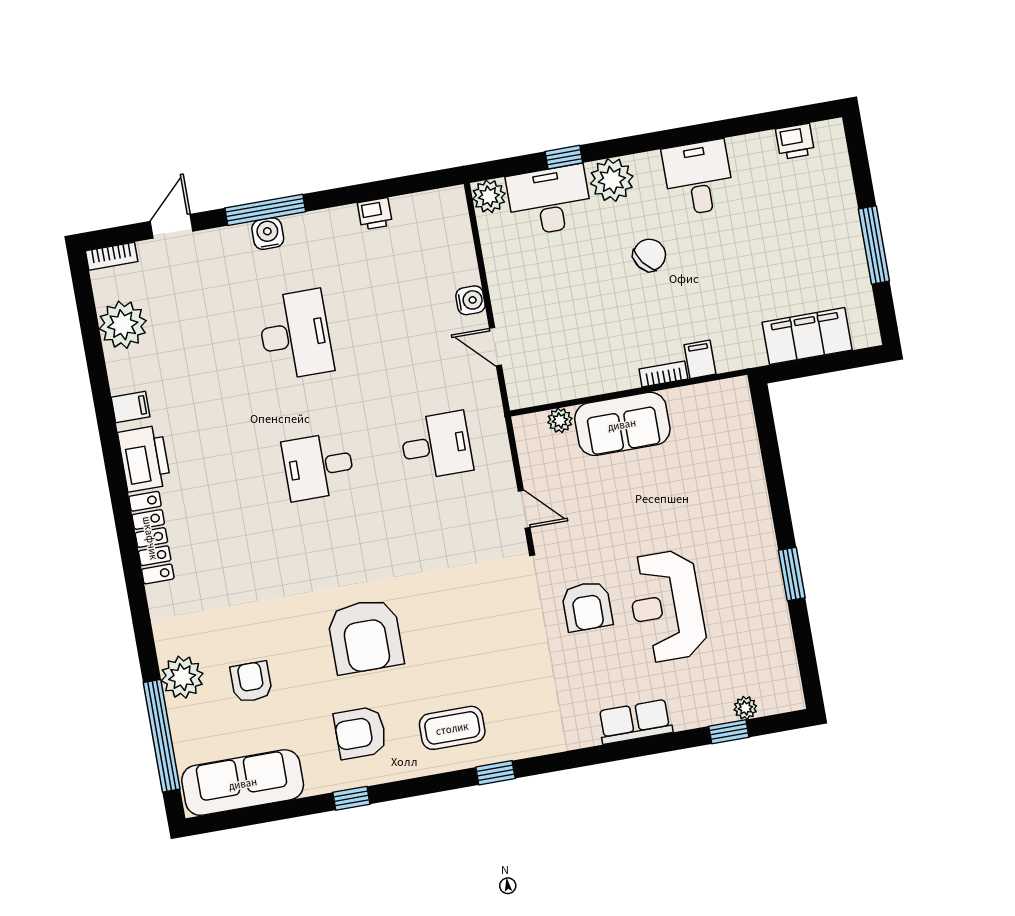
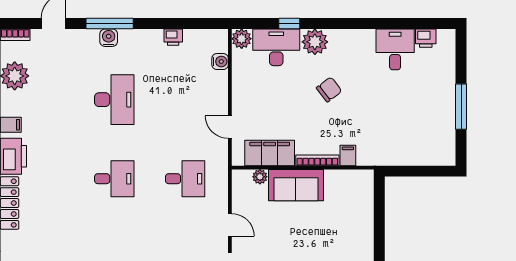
desk: (698, 178) -> (395, 49), moved
water cooler: (470, 300) -> (220, 62), moved
filing cabinet: (807, 336) -> (270, 153), moved
bookcase: (663, 374) -> (317, 160), width x1.56
desk: (318, 466) -> (114, 179), turned 180

